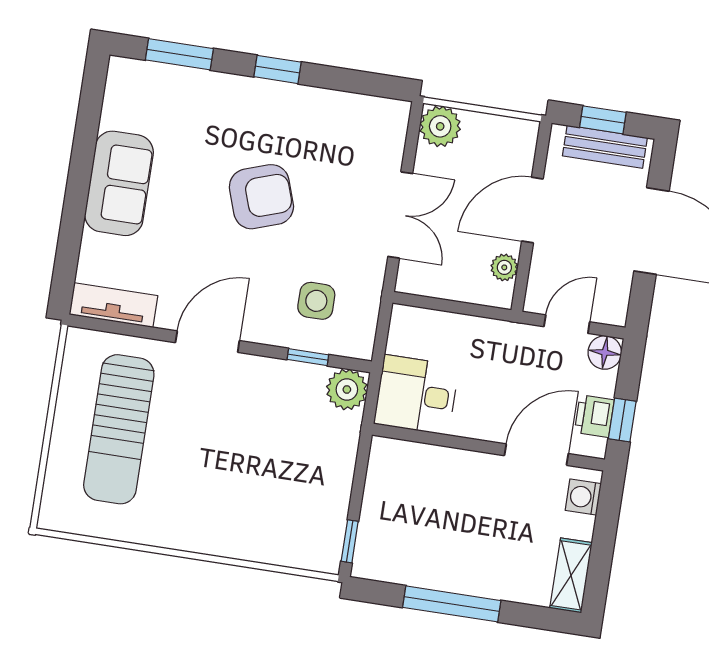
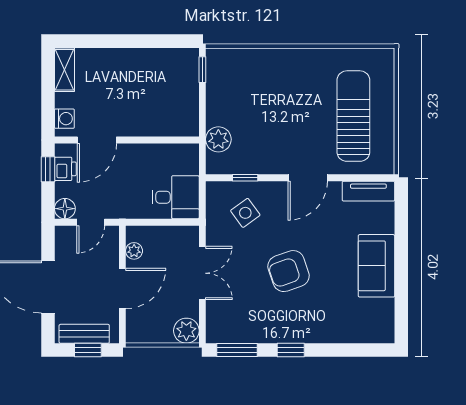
window: (179, 54) -> (237, 350), moved
double door: (400, 215) -> (202, 273), swing flipped
side table: (316, 301) -> (245, 213), turned -36
plant: (347, 389) -> (218, 139), moved
desk: (416, 395) -> (176, 197), moved
window: (452, 604) -> (134, 41), removed

